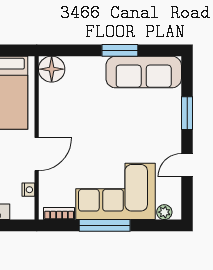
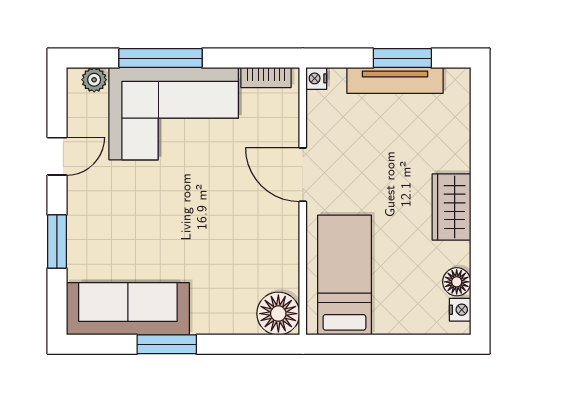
door: (37, 154) -> (303, 175), hinge flipped
nightstand: (28, 190) -> (316, 78), moved
window: (105, 225) -> (160, 58), moved

